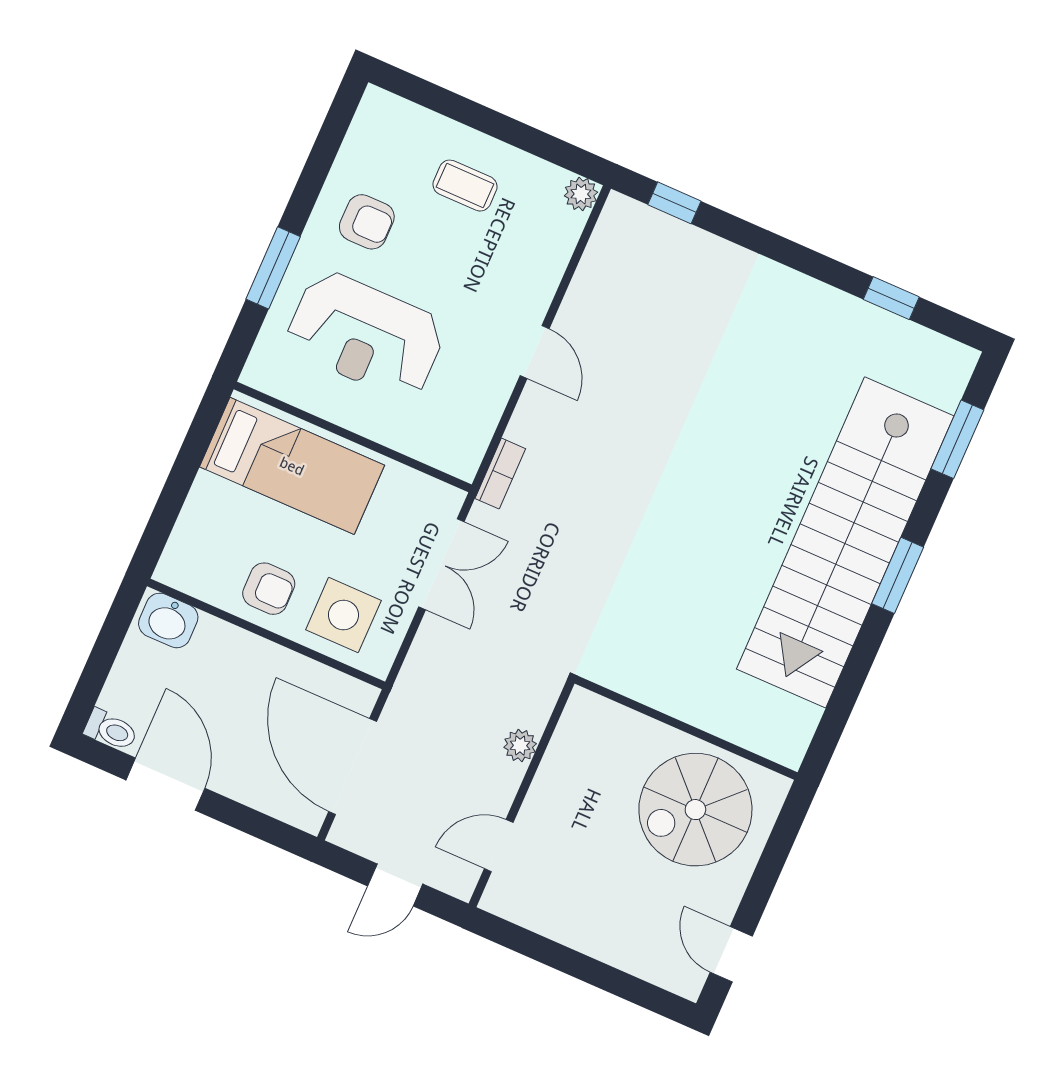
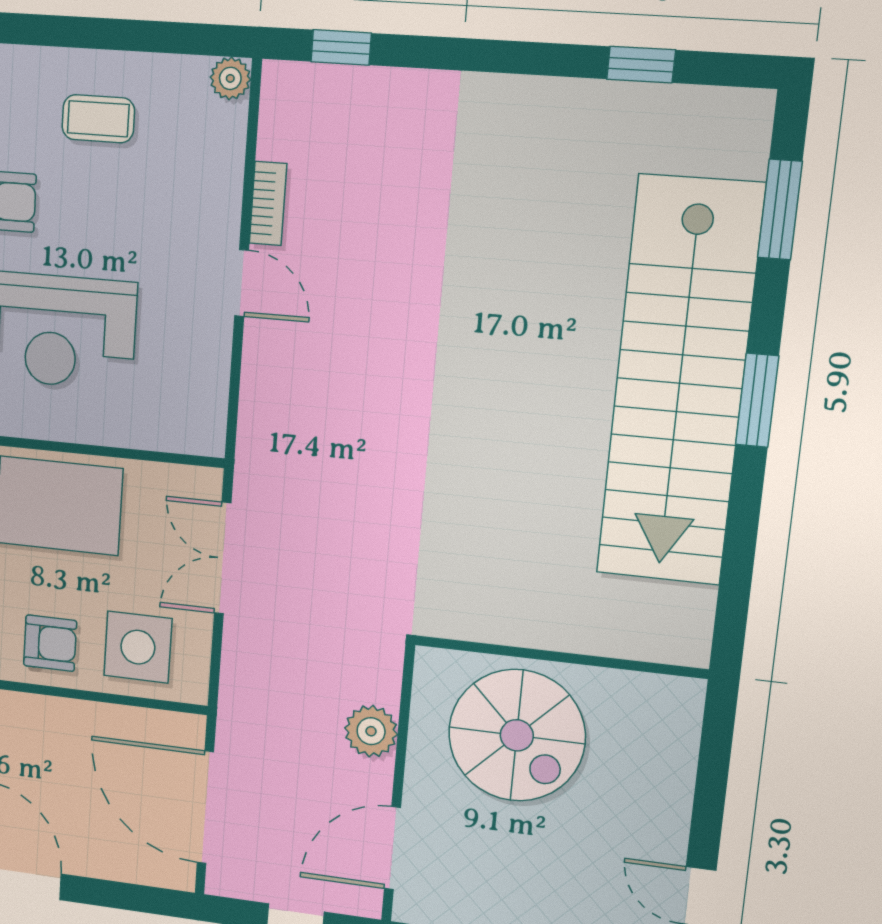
bookcase: (500, 474) -> (268, 203), moved
double door: (441, 564) -> (223, 558), swing flipped
plant: (520, 745) -> (371, 731), width x1.38, depth x1.38
spiral stairs: (695, 810) -> (517, 735), moved, turned -90
door: (499, 846) -> (392, 848), width x1.38

